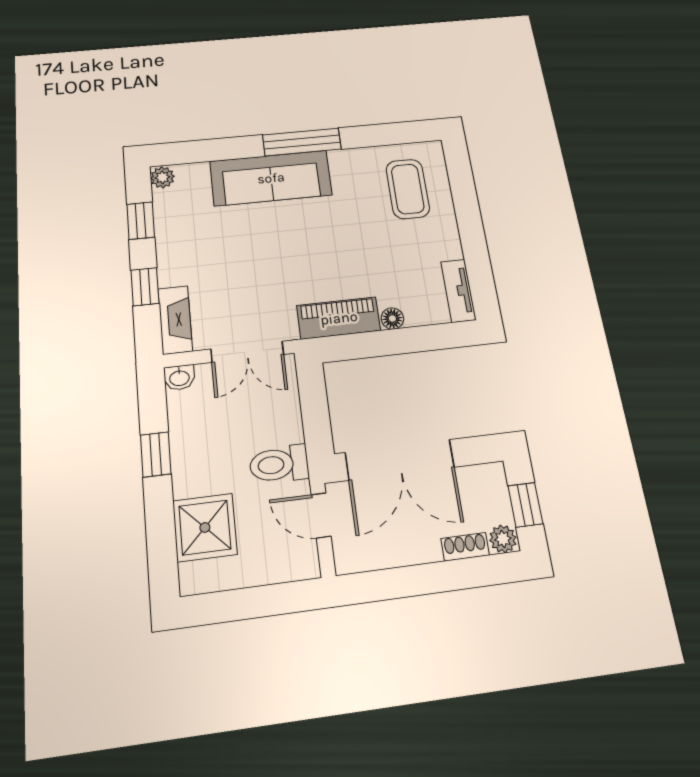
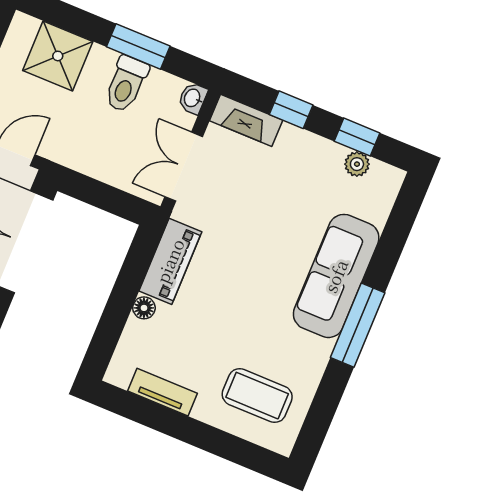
plant: (162, 177) -> (357, 164), moved
tv unit: (458, 291) -> (163, 392), moved
window: (156, 454) -> (138, 46), width x1.50
toilet: (279, 464) -> (126, 84), moved, turned 180

